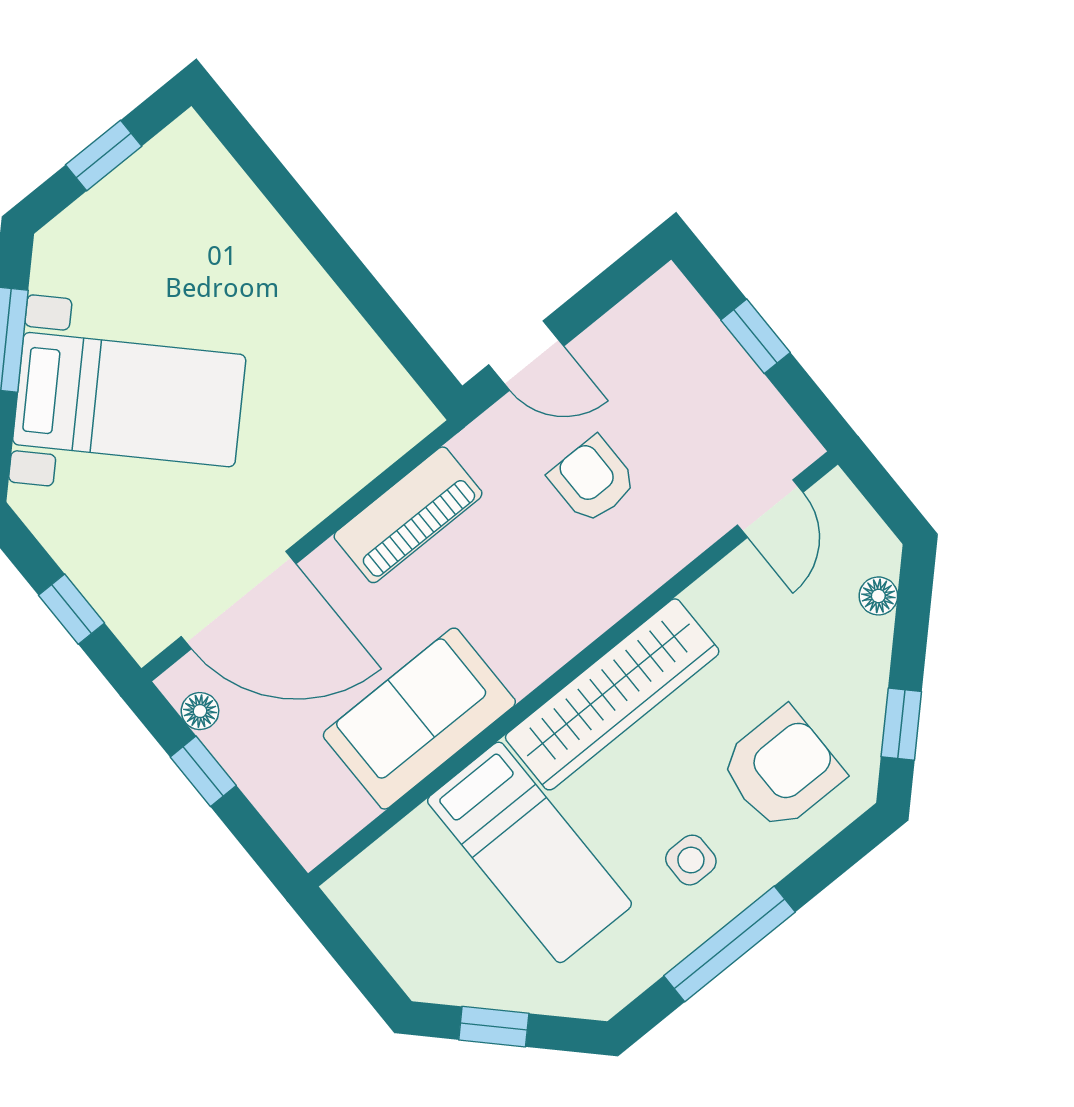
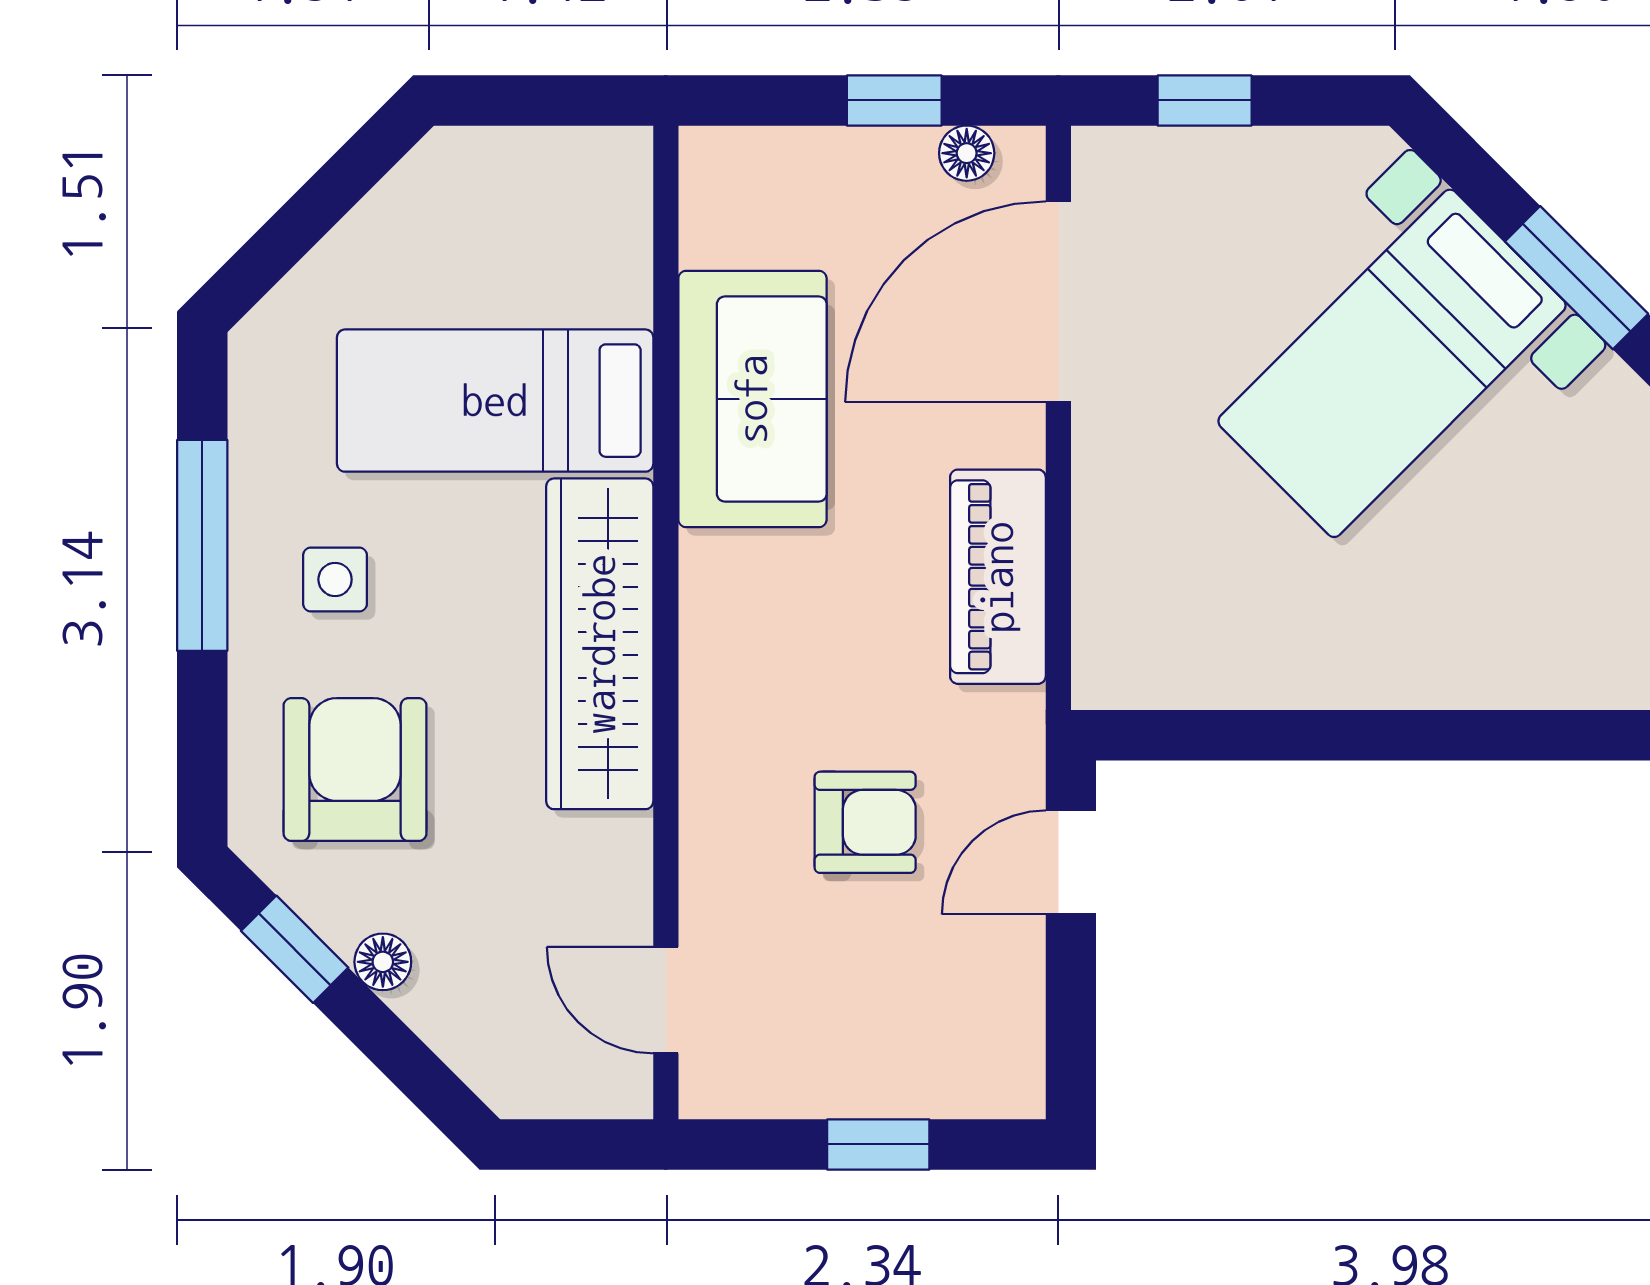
floor lamp: (878, 596) -> (383, 962), moved
armchair: (782, 769) -> (355, 770), turned 180
window: (494, 1027) -> (328, 196), removed

